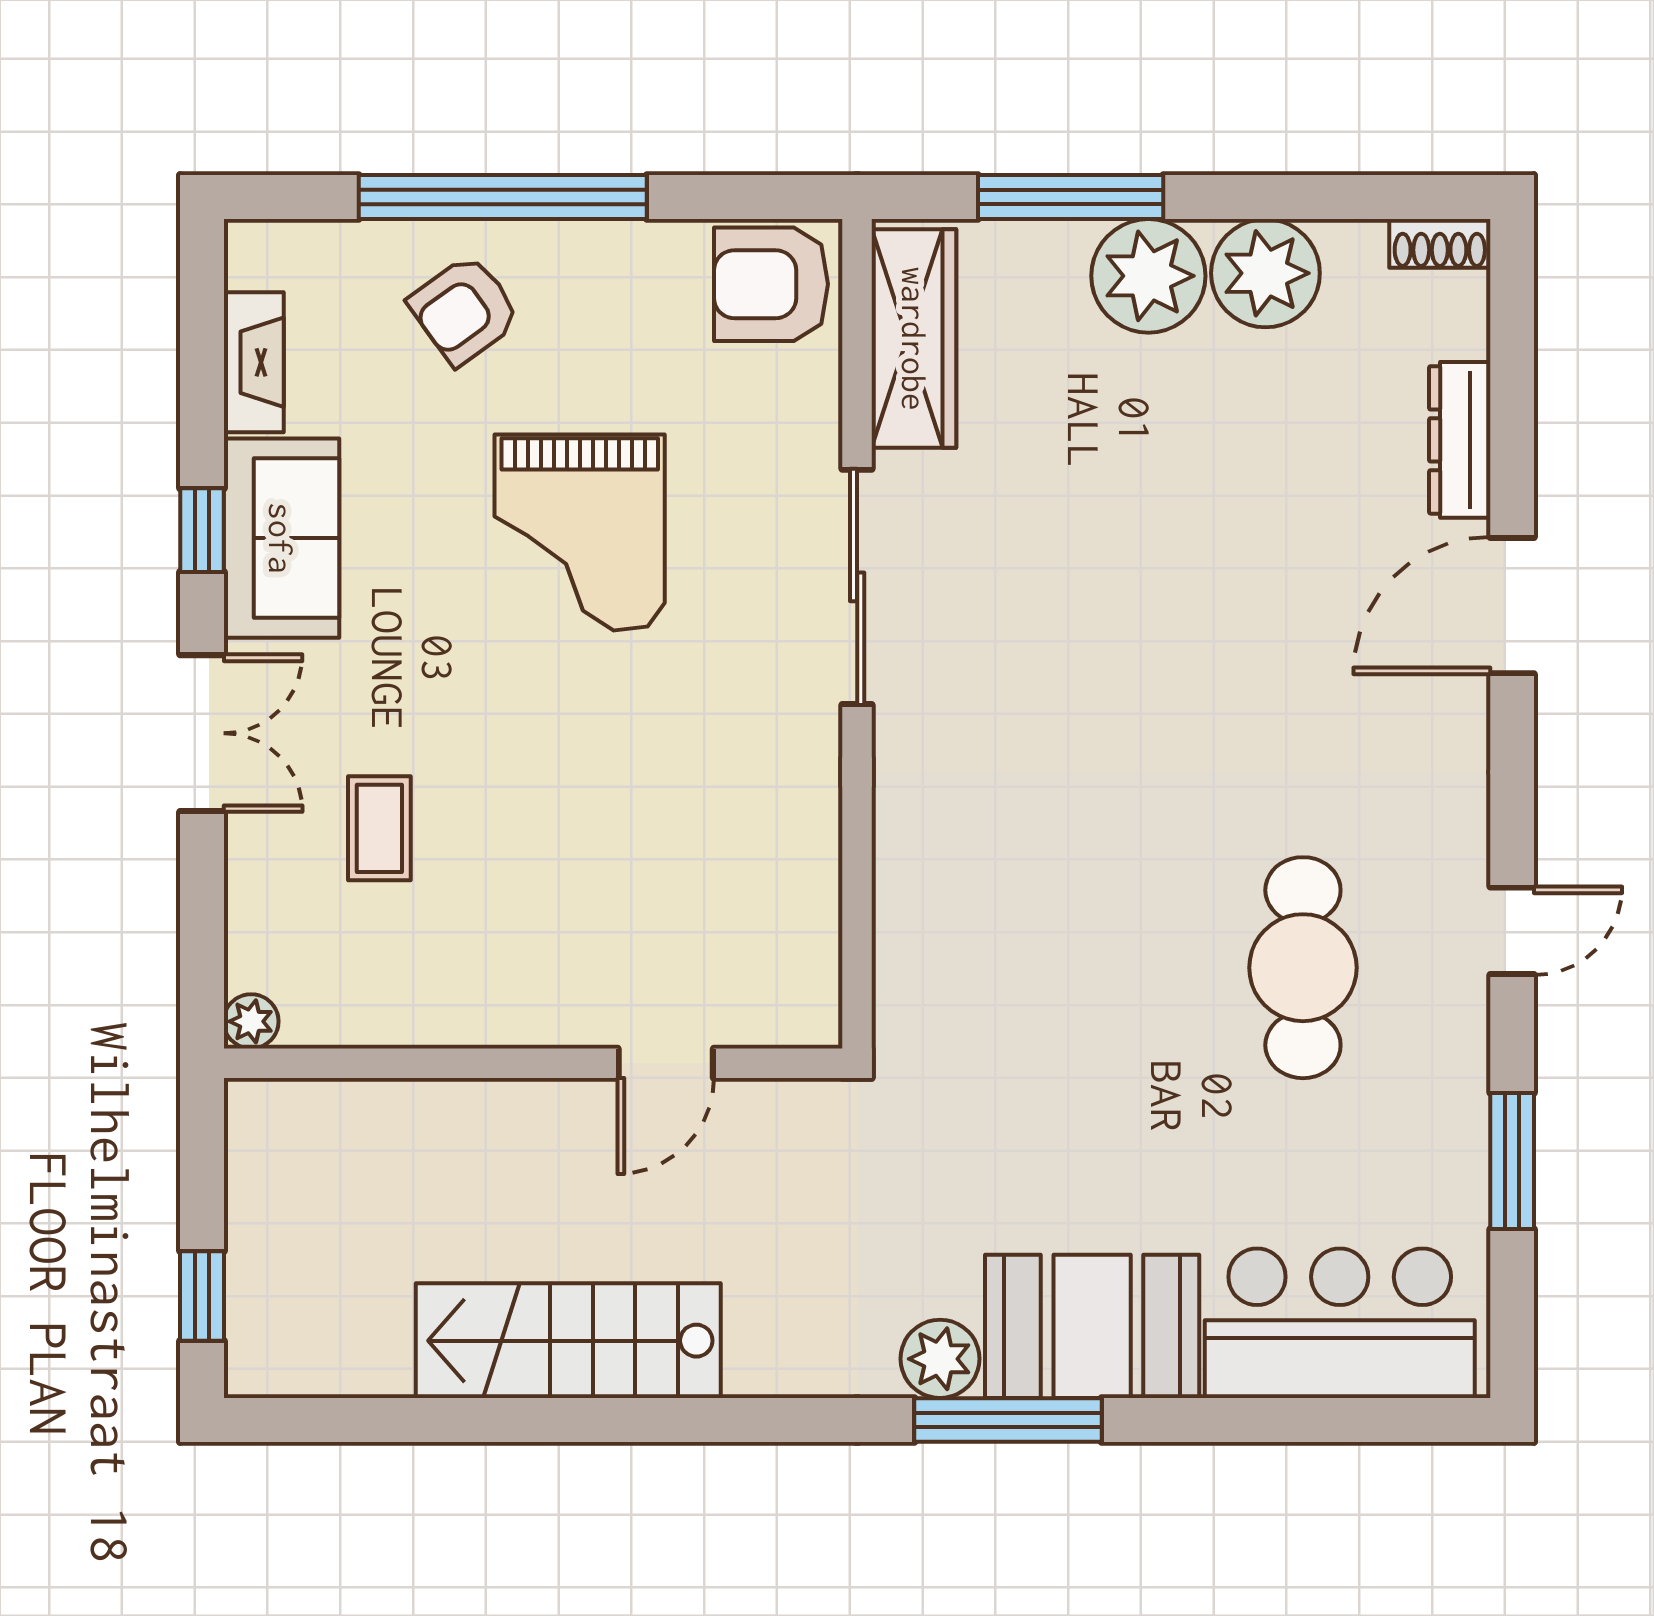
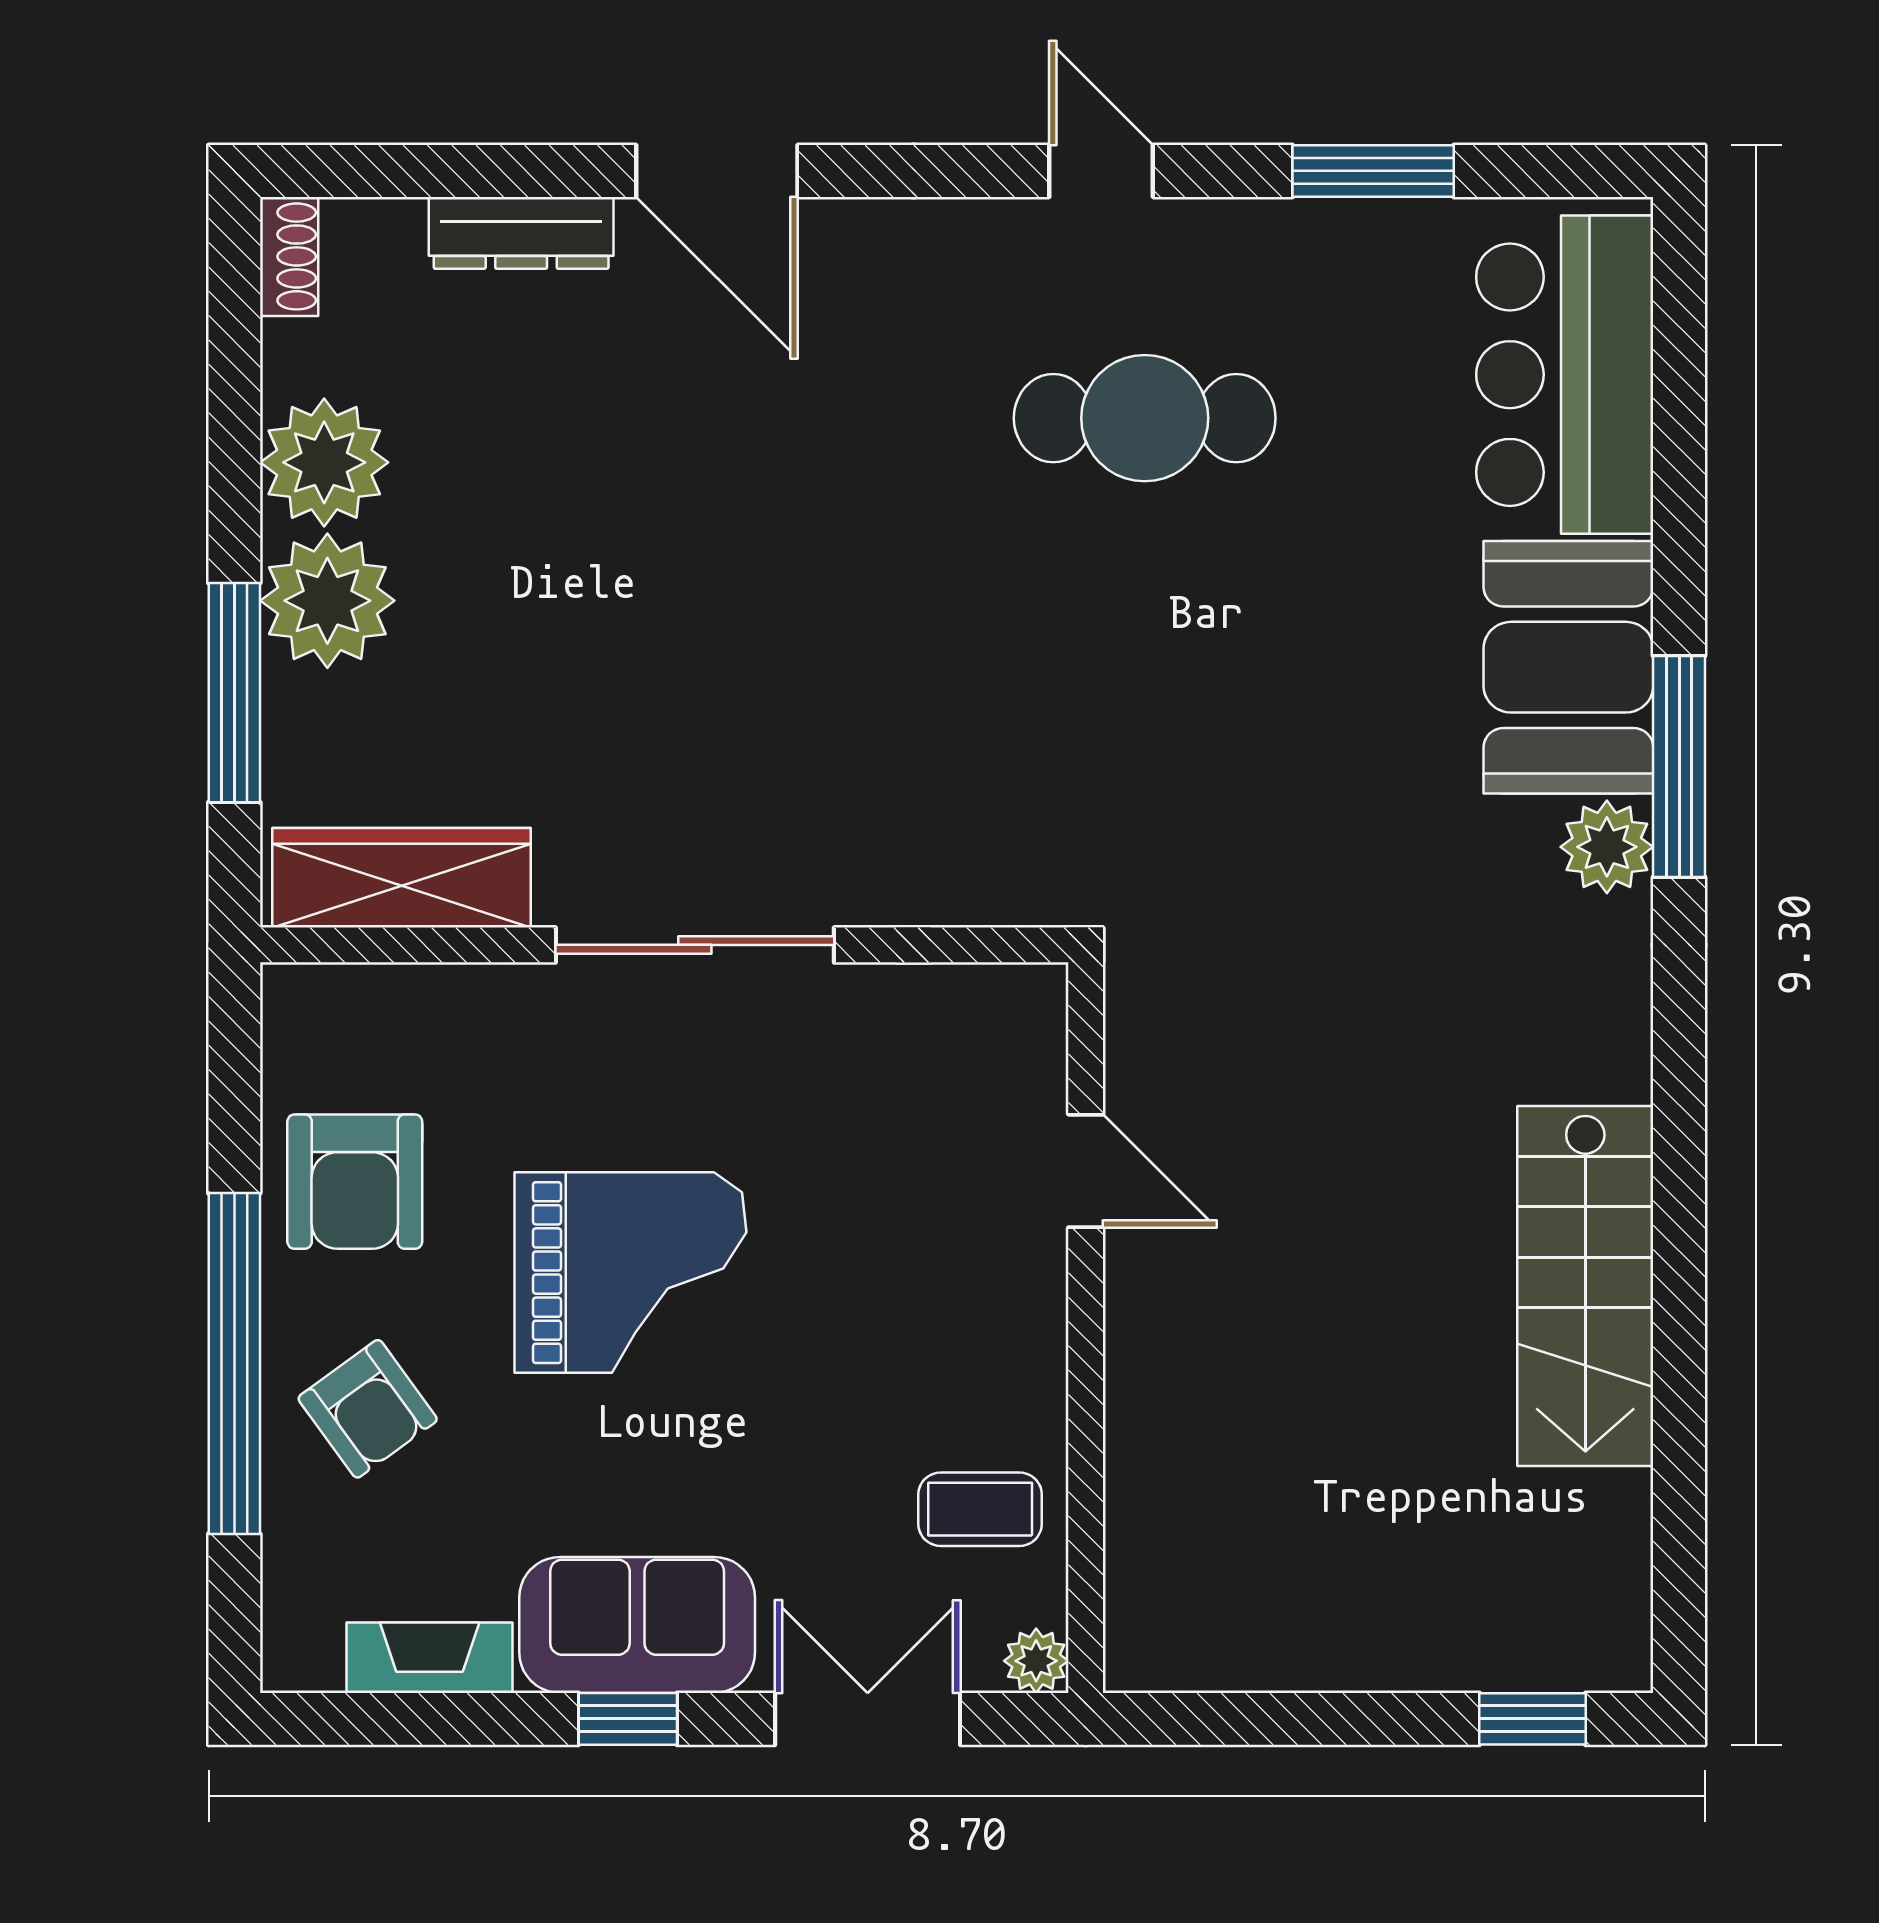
armchair: (771, 284) -> (355, 1182), moved
plant: (251, 1021) -> (1036, 1661), moved
wall: (533, 1063) -> (1086, 1328), moved
door: (666, 1063) -> (1086, 1171), moved

